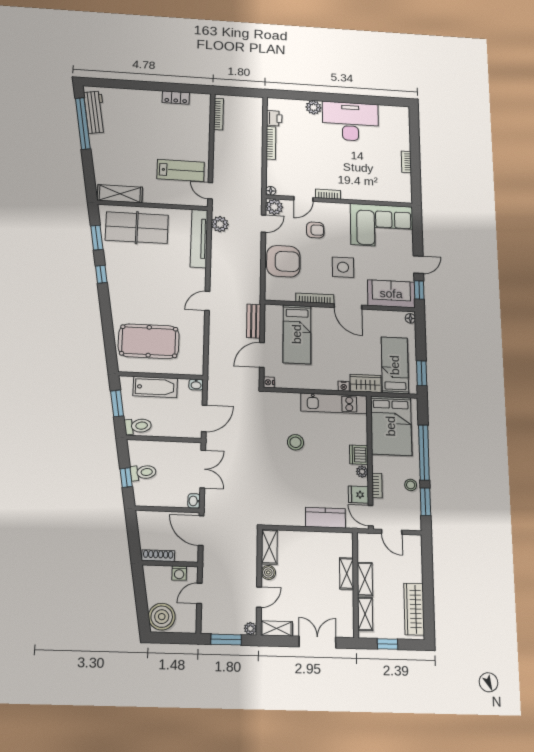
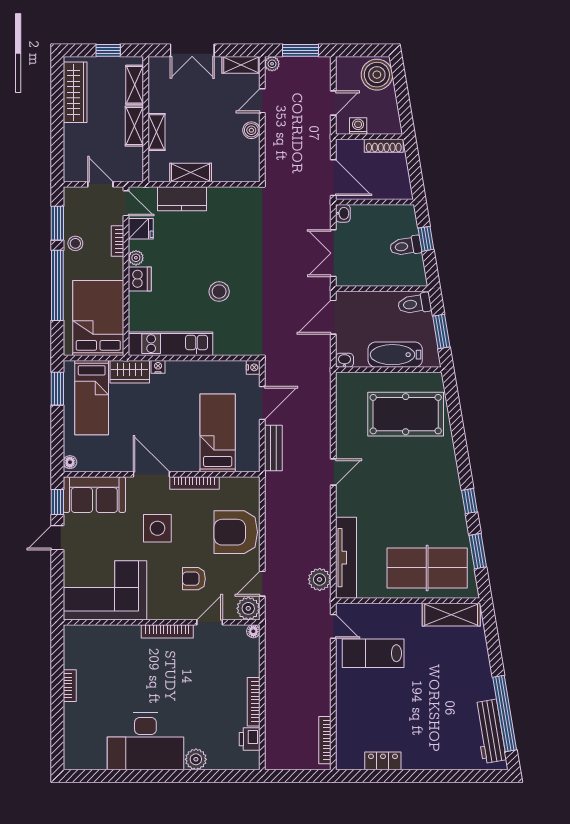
bookcase: (328, 194) -> (167, 631), width x1.56
shelving: (269, 547) -> (191, 173), moved, turned 90

